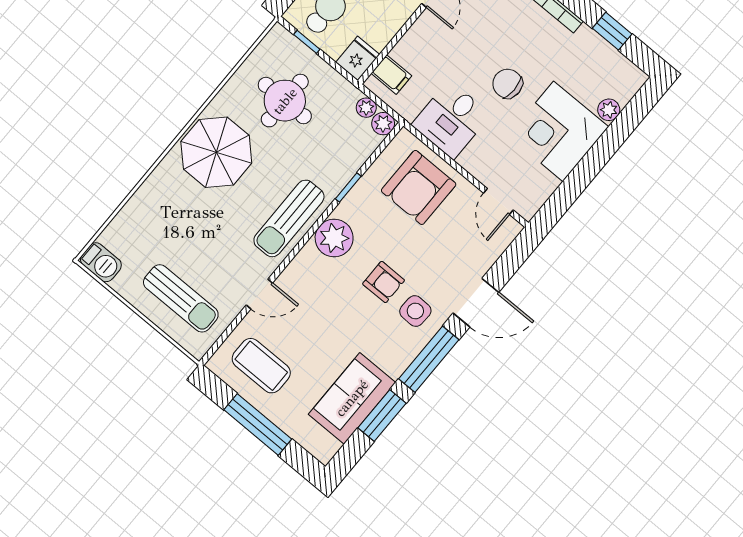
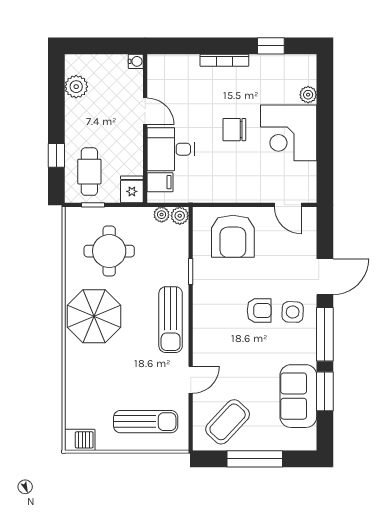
desk: (451, 120) -> (171, 149), moved, turned 90
plant: (334, 238) -> (207, 309), removed
coffee table: (261, 366) -> (228, 422), turned -47

